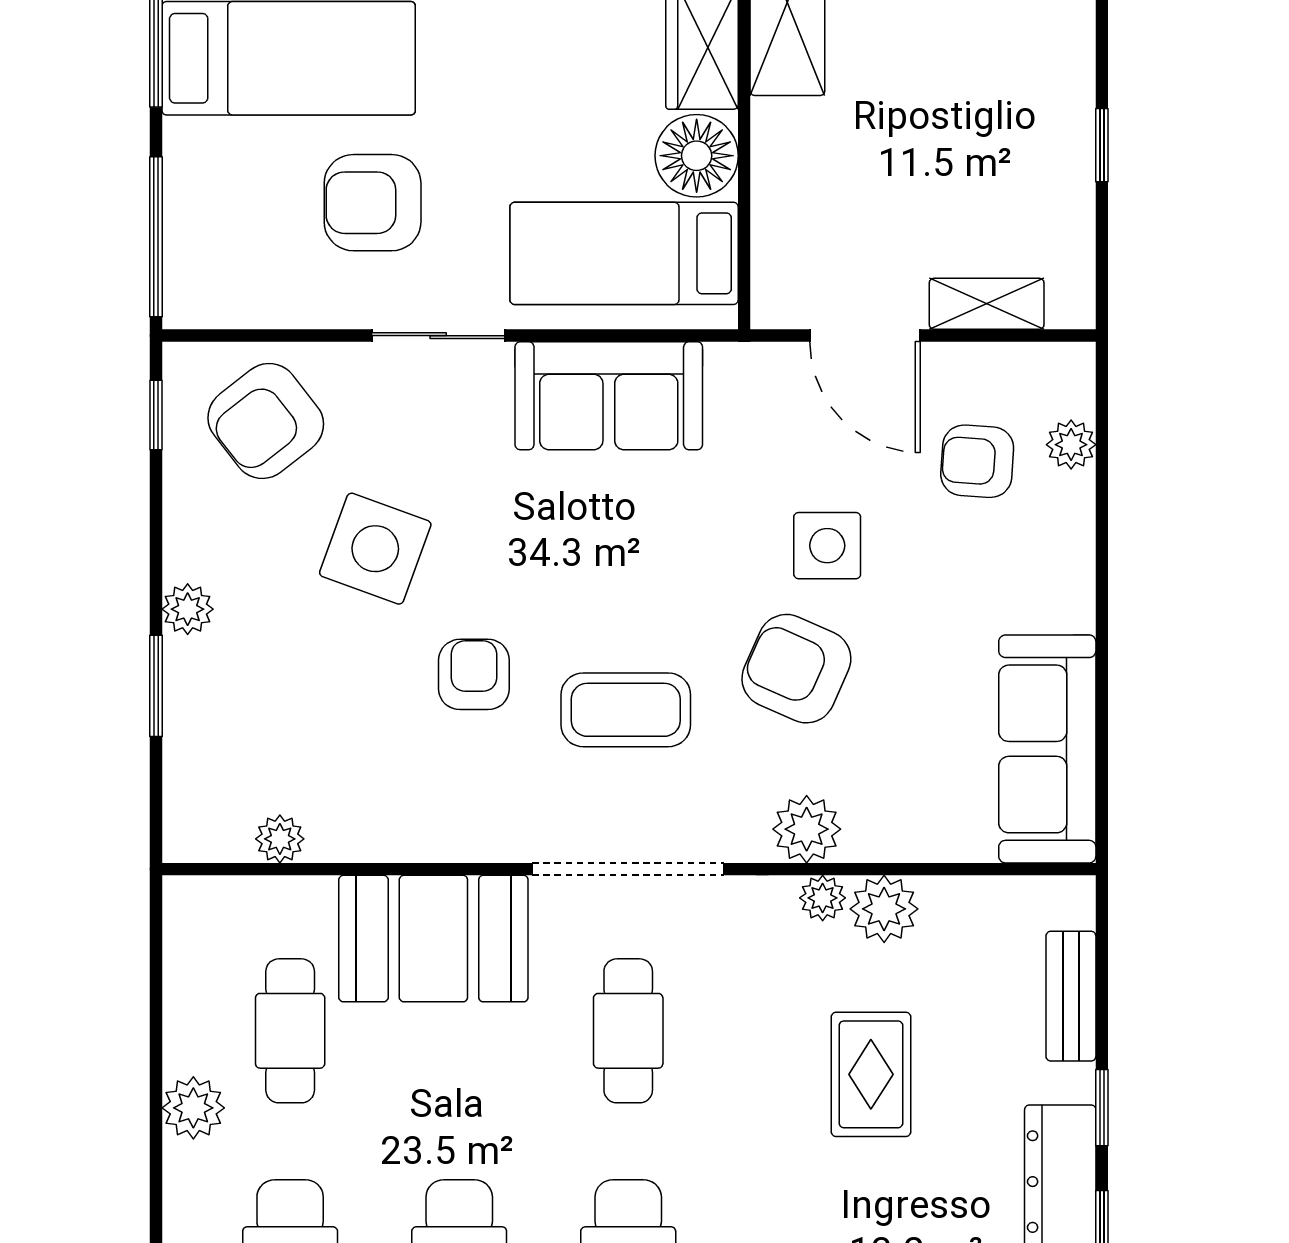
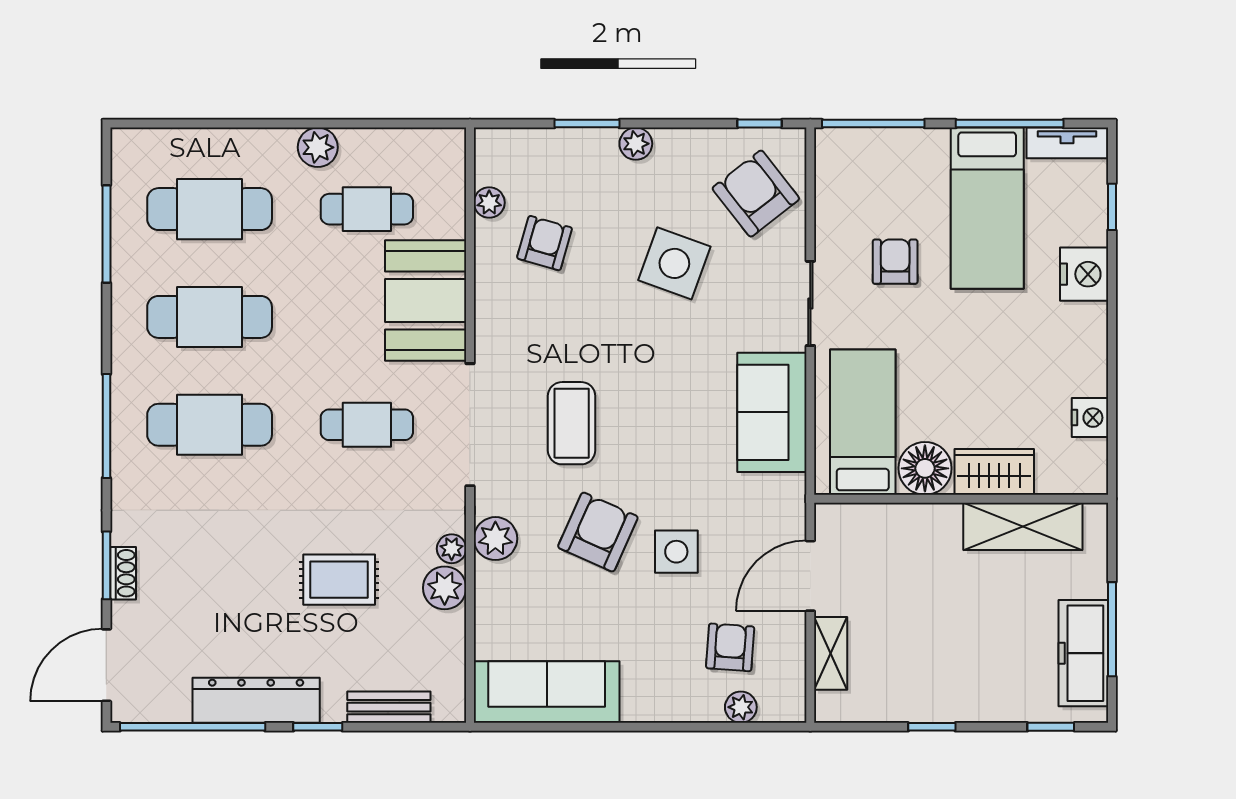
armchair: (373, 203) -> (895, 262), width x0.72, depth x0.72
armchair: (474, 674) -> (545, 243), moved, turned -74

